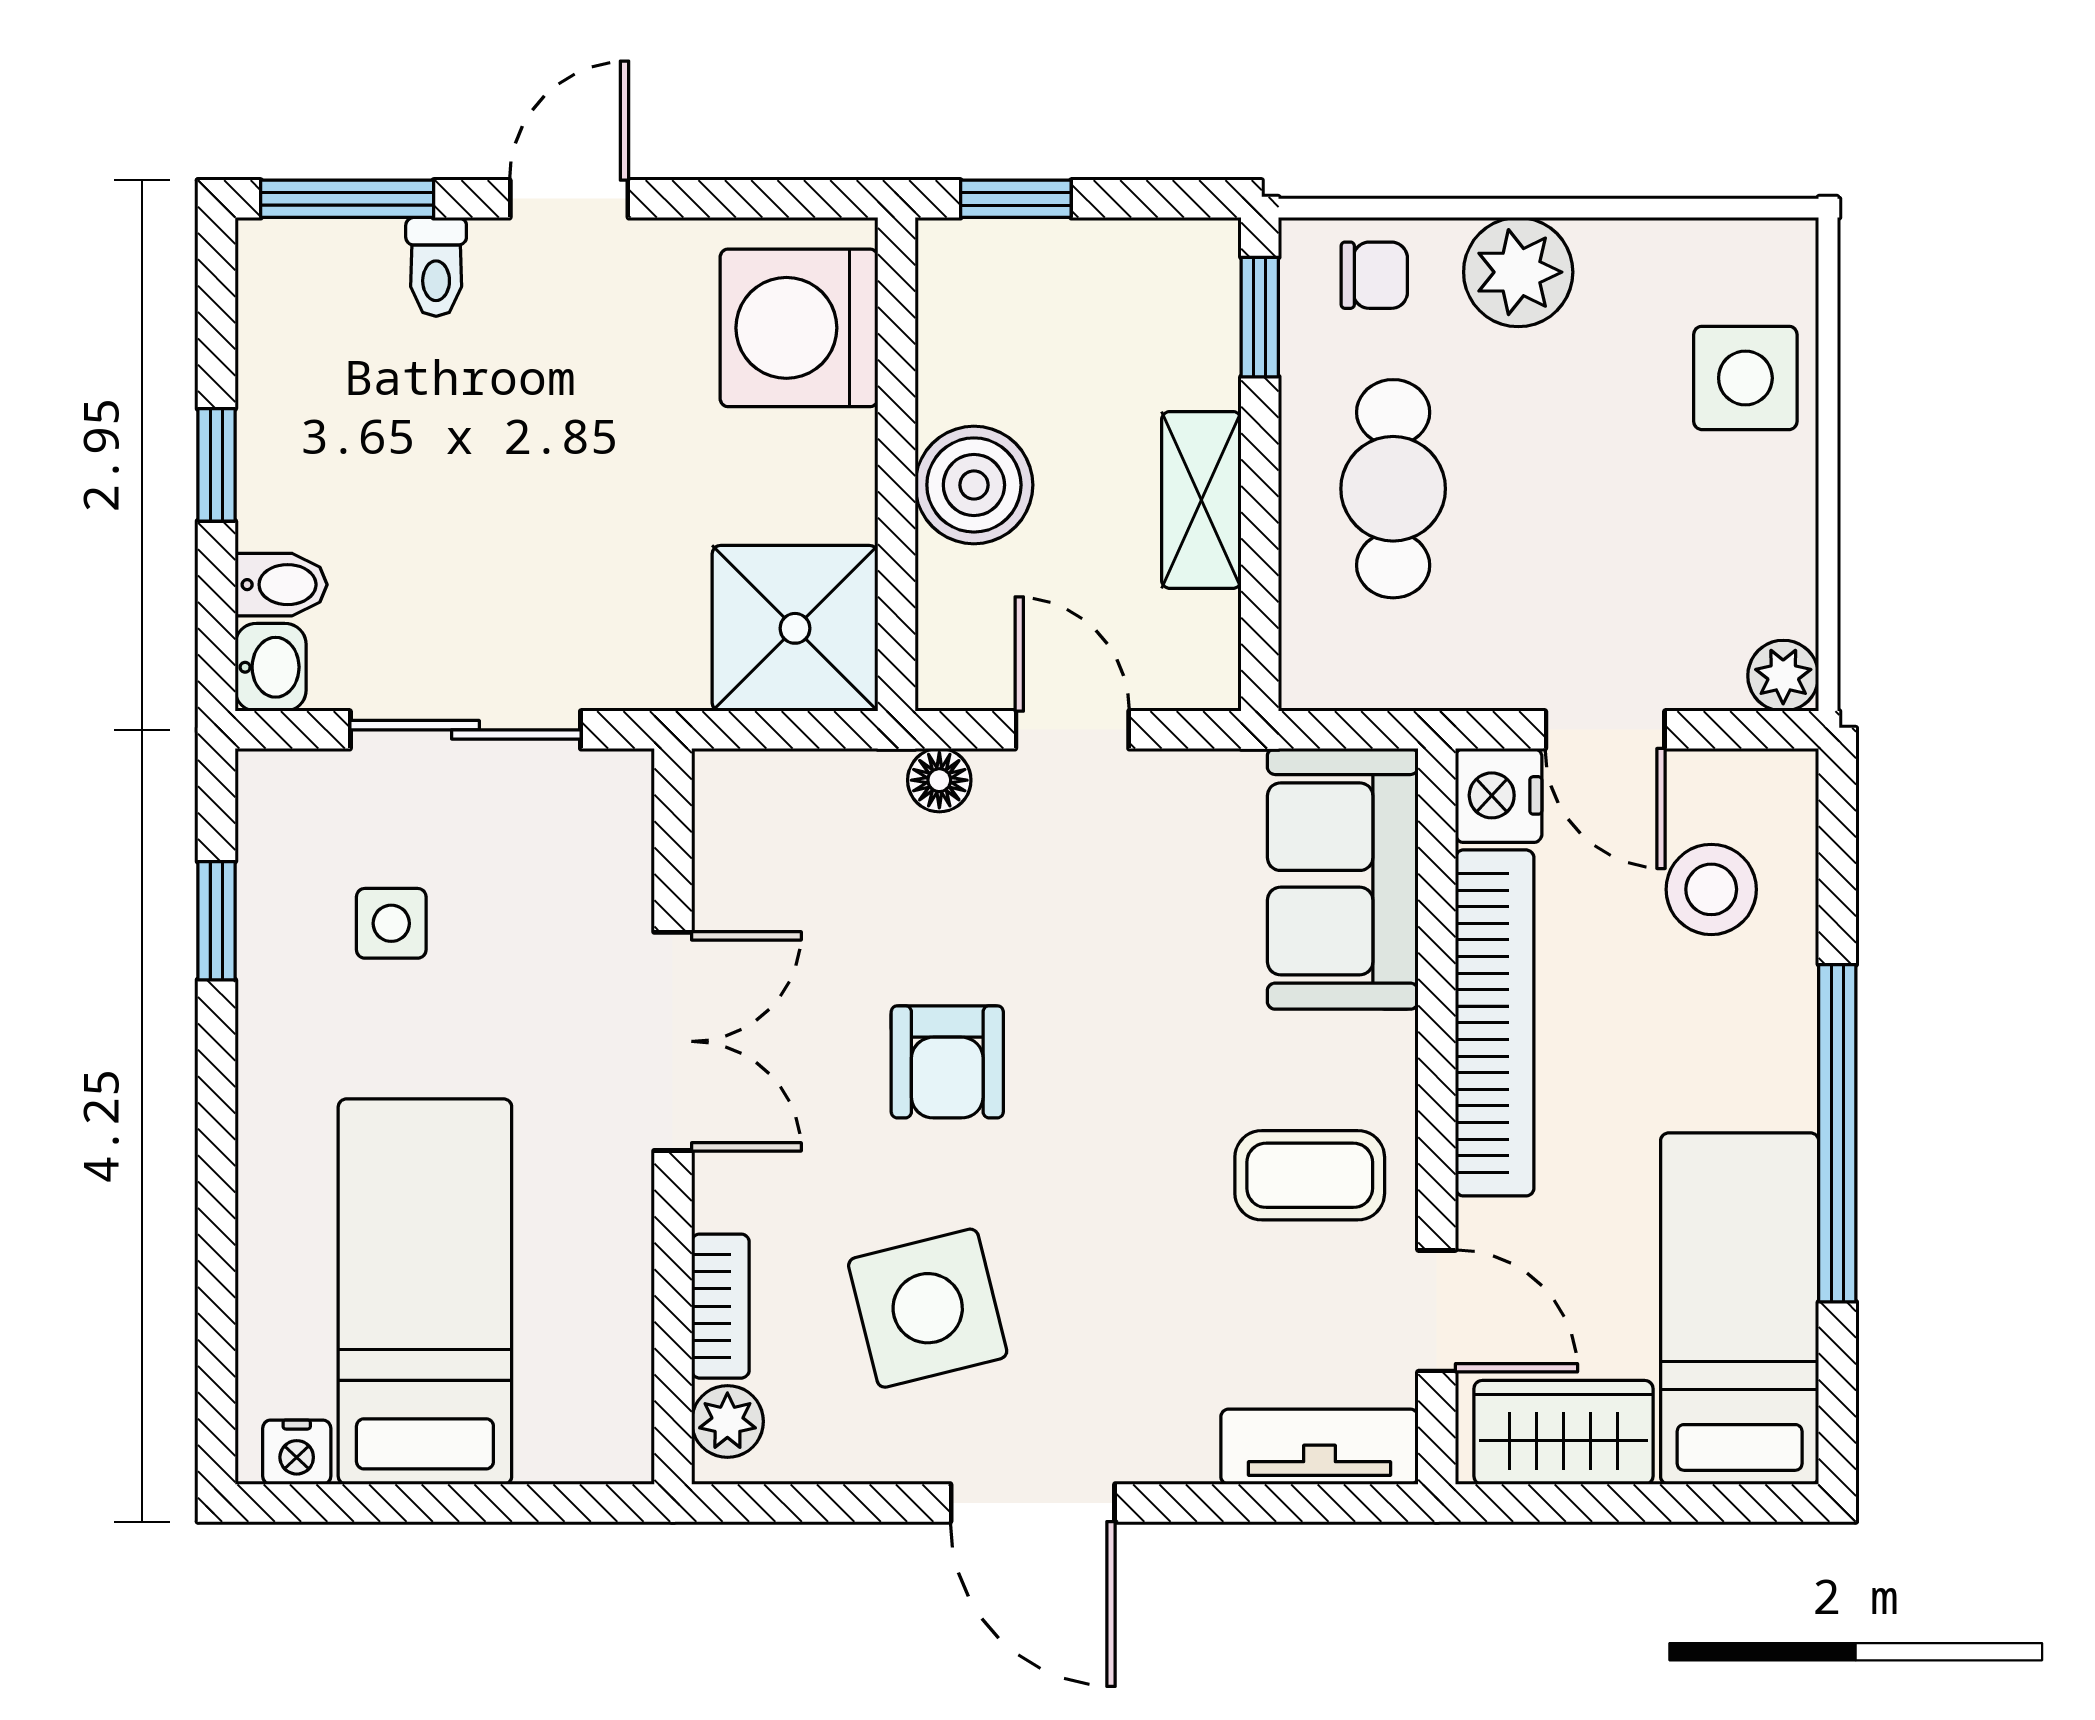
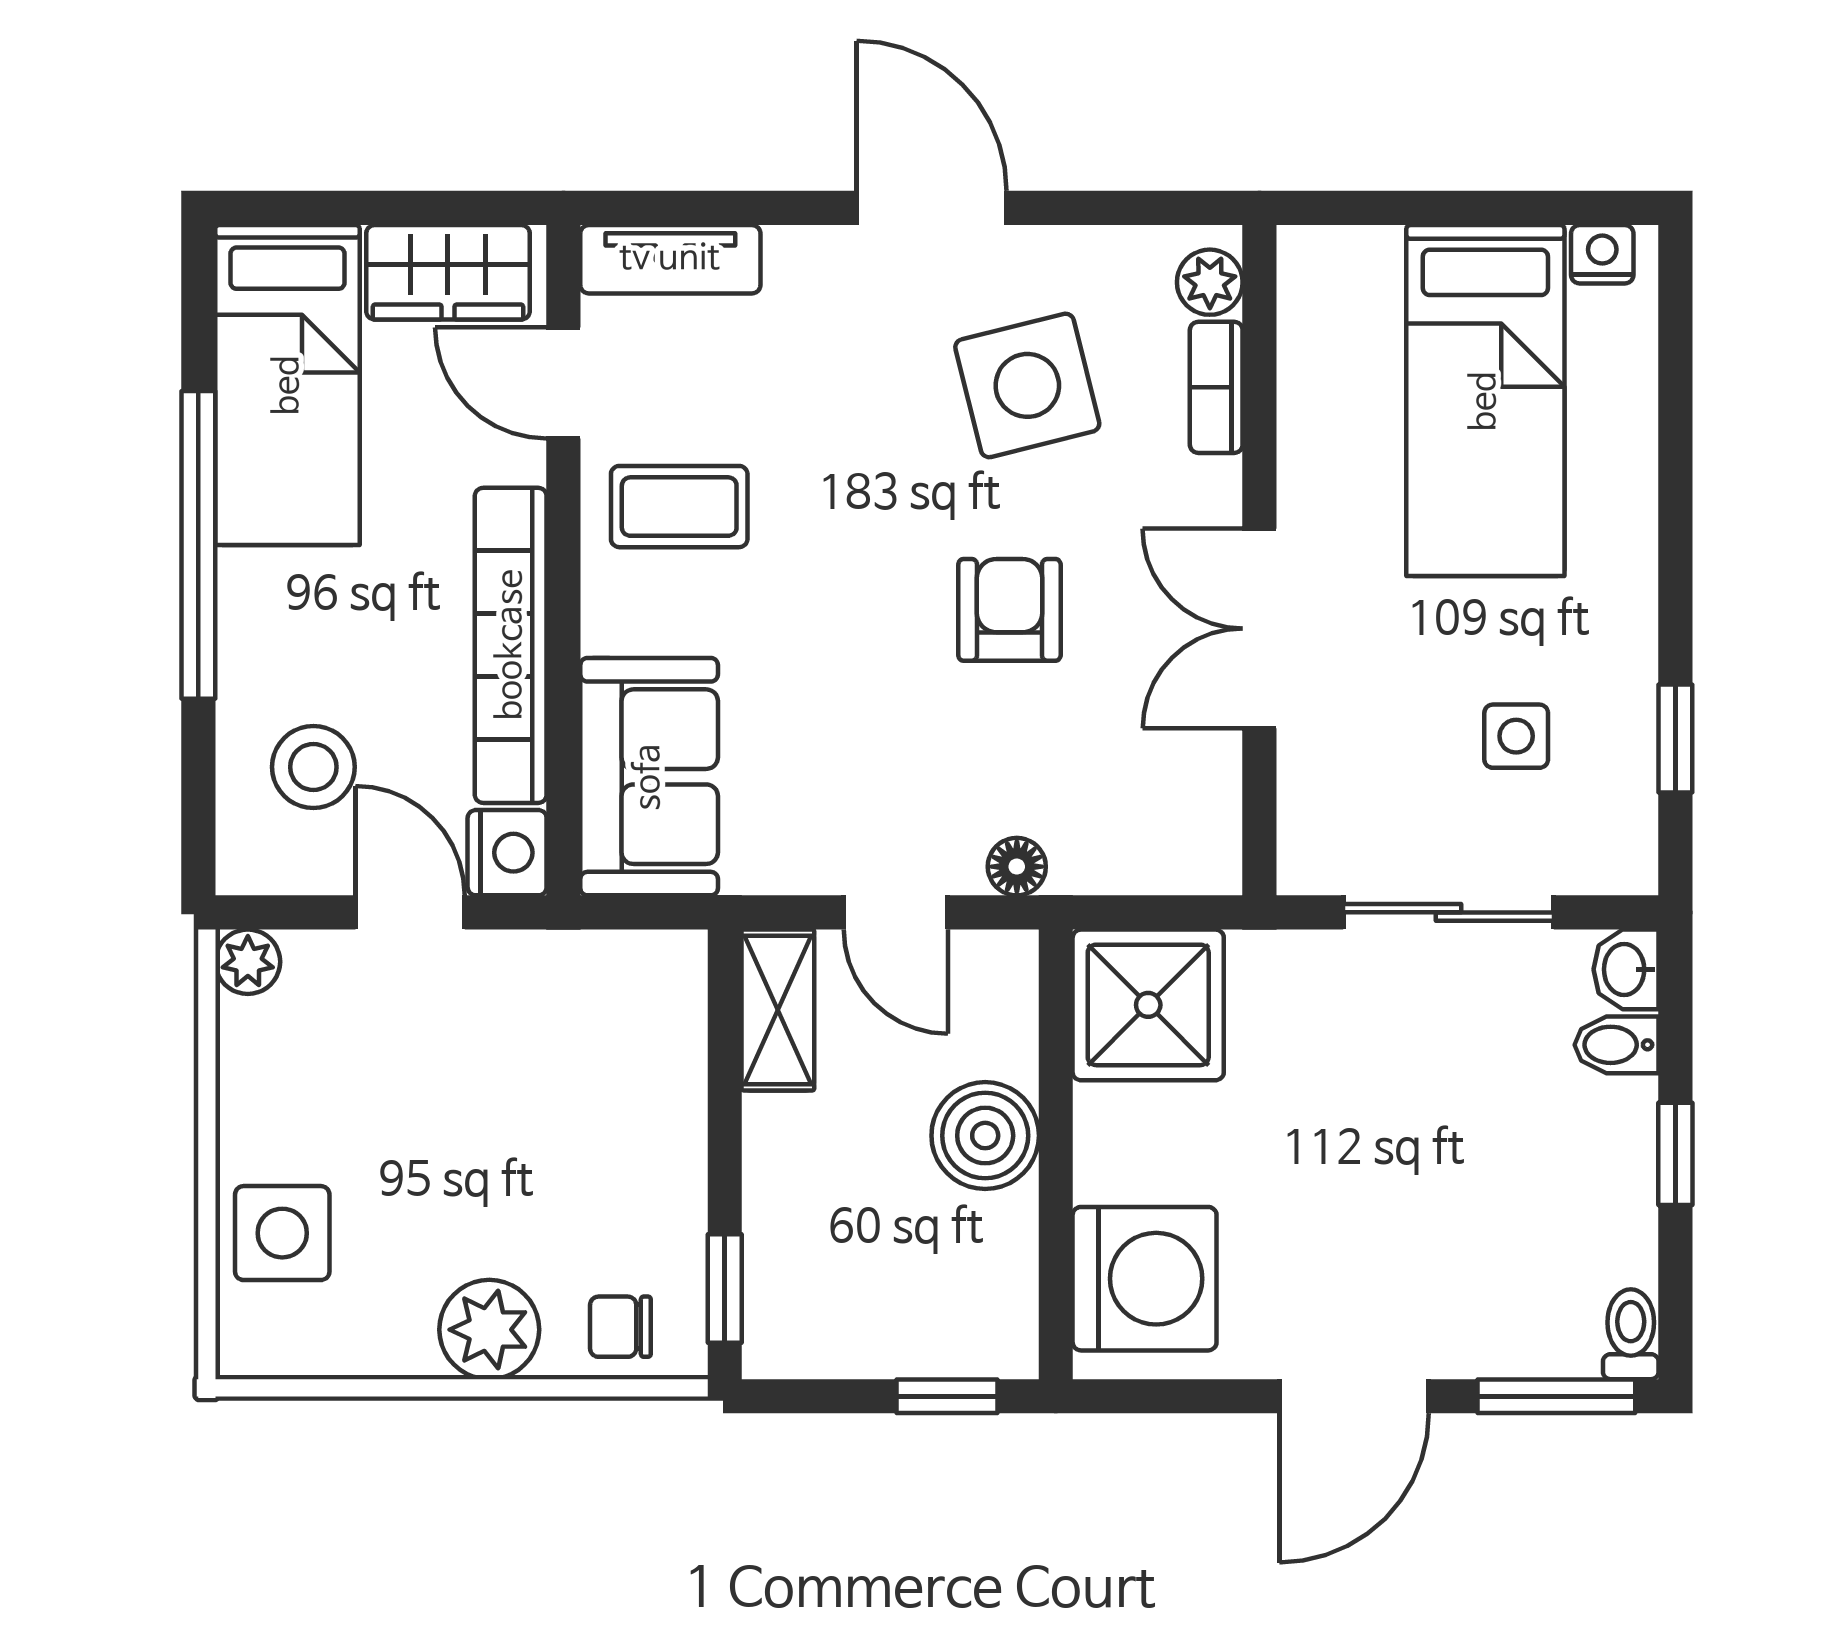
door: (569, 199) -> (1354, 1396), width x1.38
toilet: (436, 267) -> (1631, 1334), moved
cafe table: (1393, 489) -> (603, 1132), removed
shelving: (1201, 500) -> (778, 1010), moved

